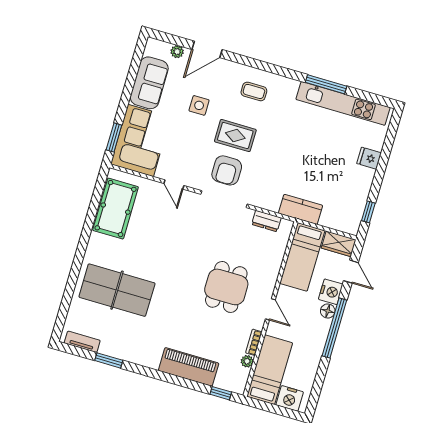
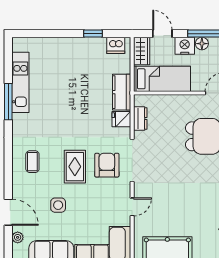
kitchen unit: (343, 103) -> (20, 82), width x0.73
fridge: (369, 158) -> (121, 119), moved, turned 90
armchair: (227, 170) -> (107, 165), turned -90
window: (368, 212) -> (93, 34), moved
dishwasher: (353, 218) -> (116, 45), added
door: (351, 272) -> (162, 34), hinge flipped

